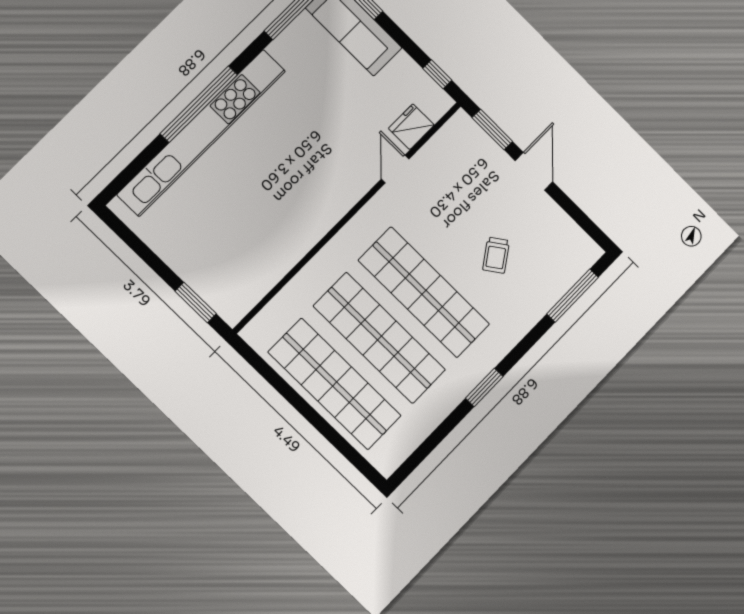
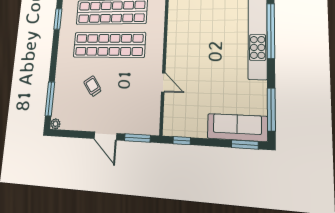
fridge: (411, 127) -> (172, 107), removed
plant: (592, 252) -> (55, 124), added
window: (484, 387) -> (58, 19), moved

